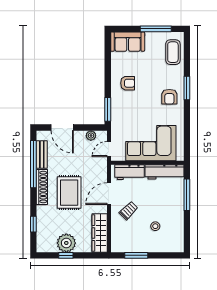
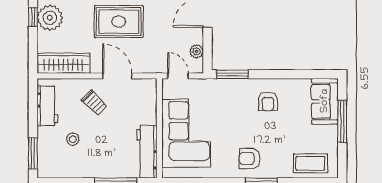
window: (156, 29) -> (342, 121), moved
workbench: (130, 172) -> (47, 106), moved, turned 180
window: (136, 255) -> (33, 153), moved

